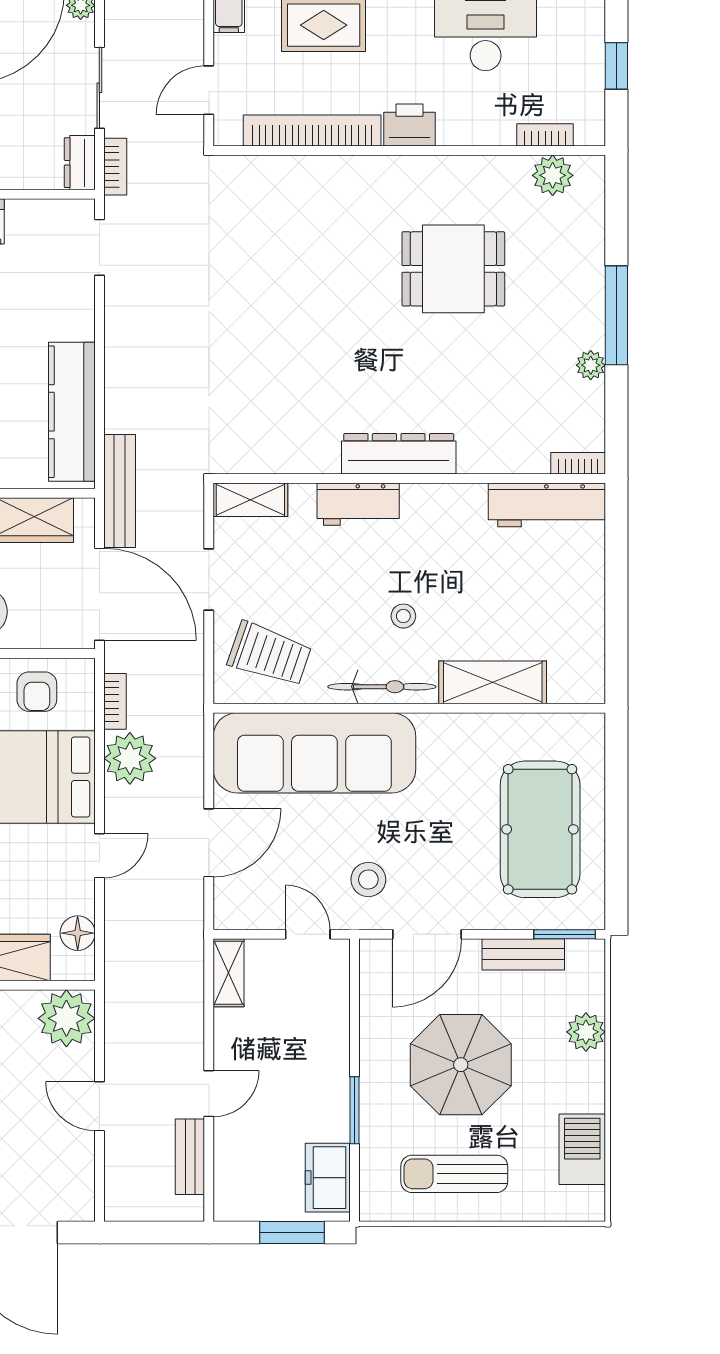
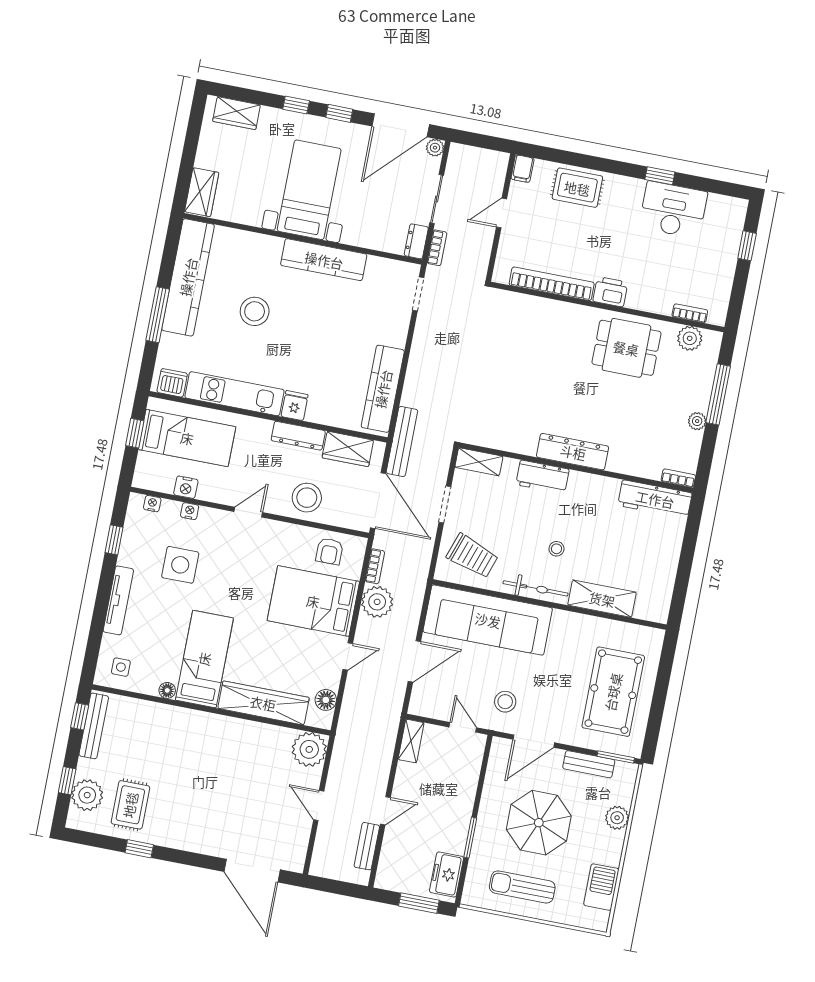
printer: (410, 125) -> (610, 292), moved
bookcase: (312, 131) -> (552, 284), moved
bookcase: (545, 135) -> (690, 313), moved
wall: (409, 151) -> (607, 307), moved
plant: (553, 175) -> (690, 338), moved

